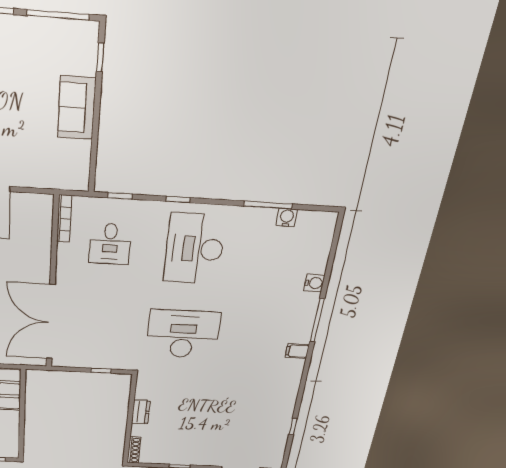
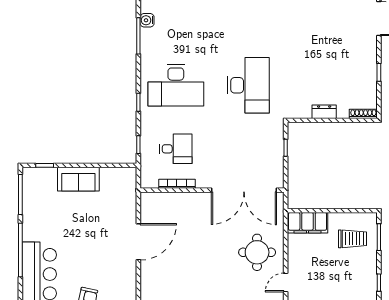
bookcase: (64, 219) -> (177, 184), moved
desk: (183, 334) -> (248, 85), turned 180

